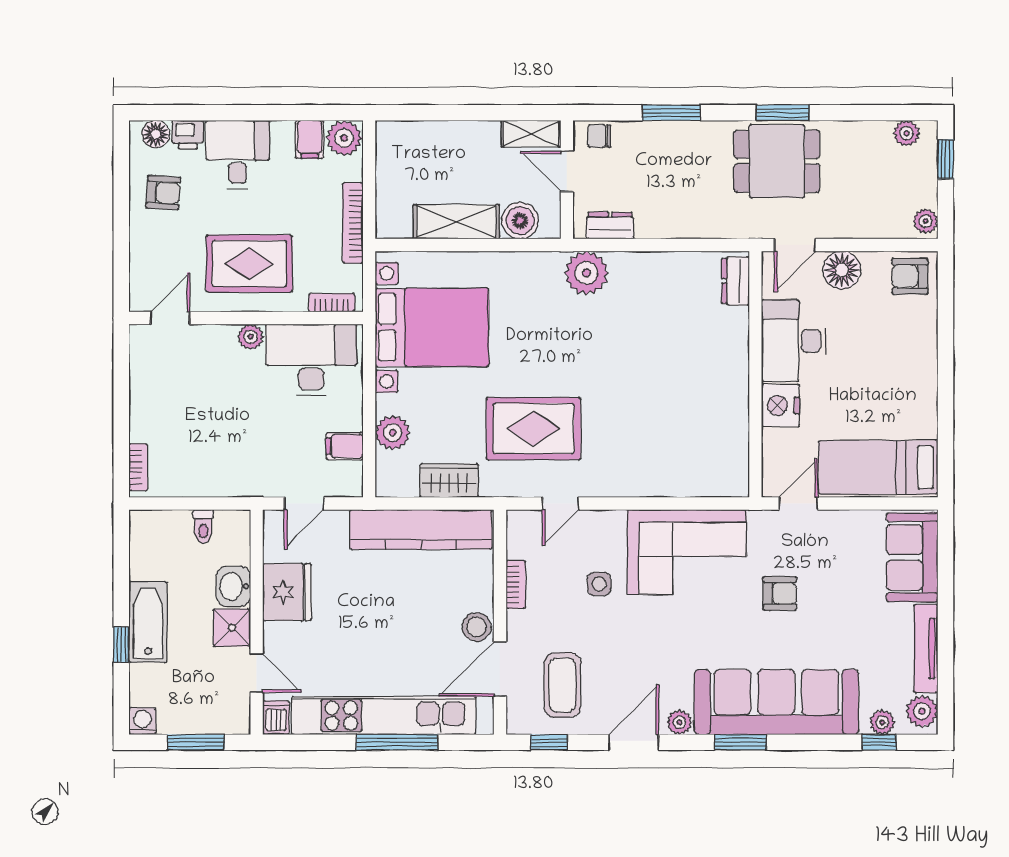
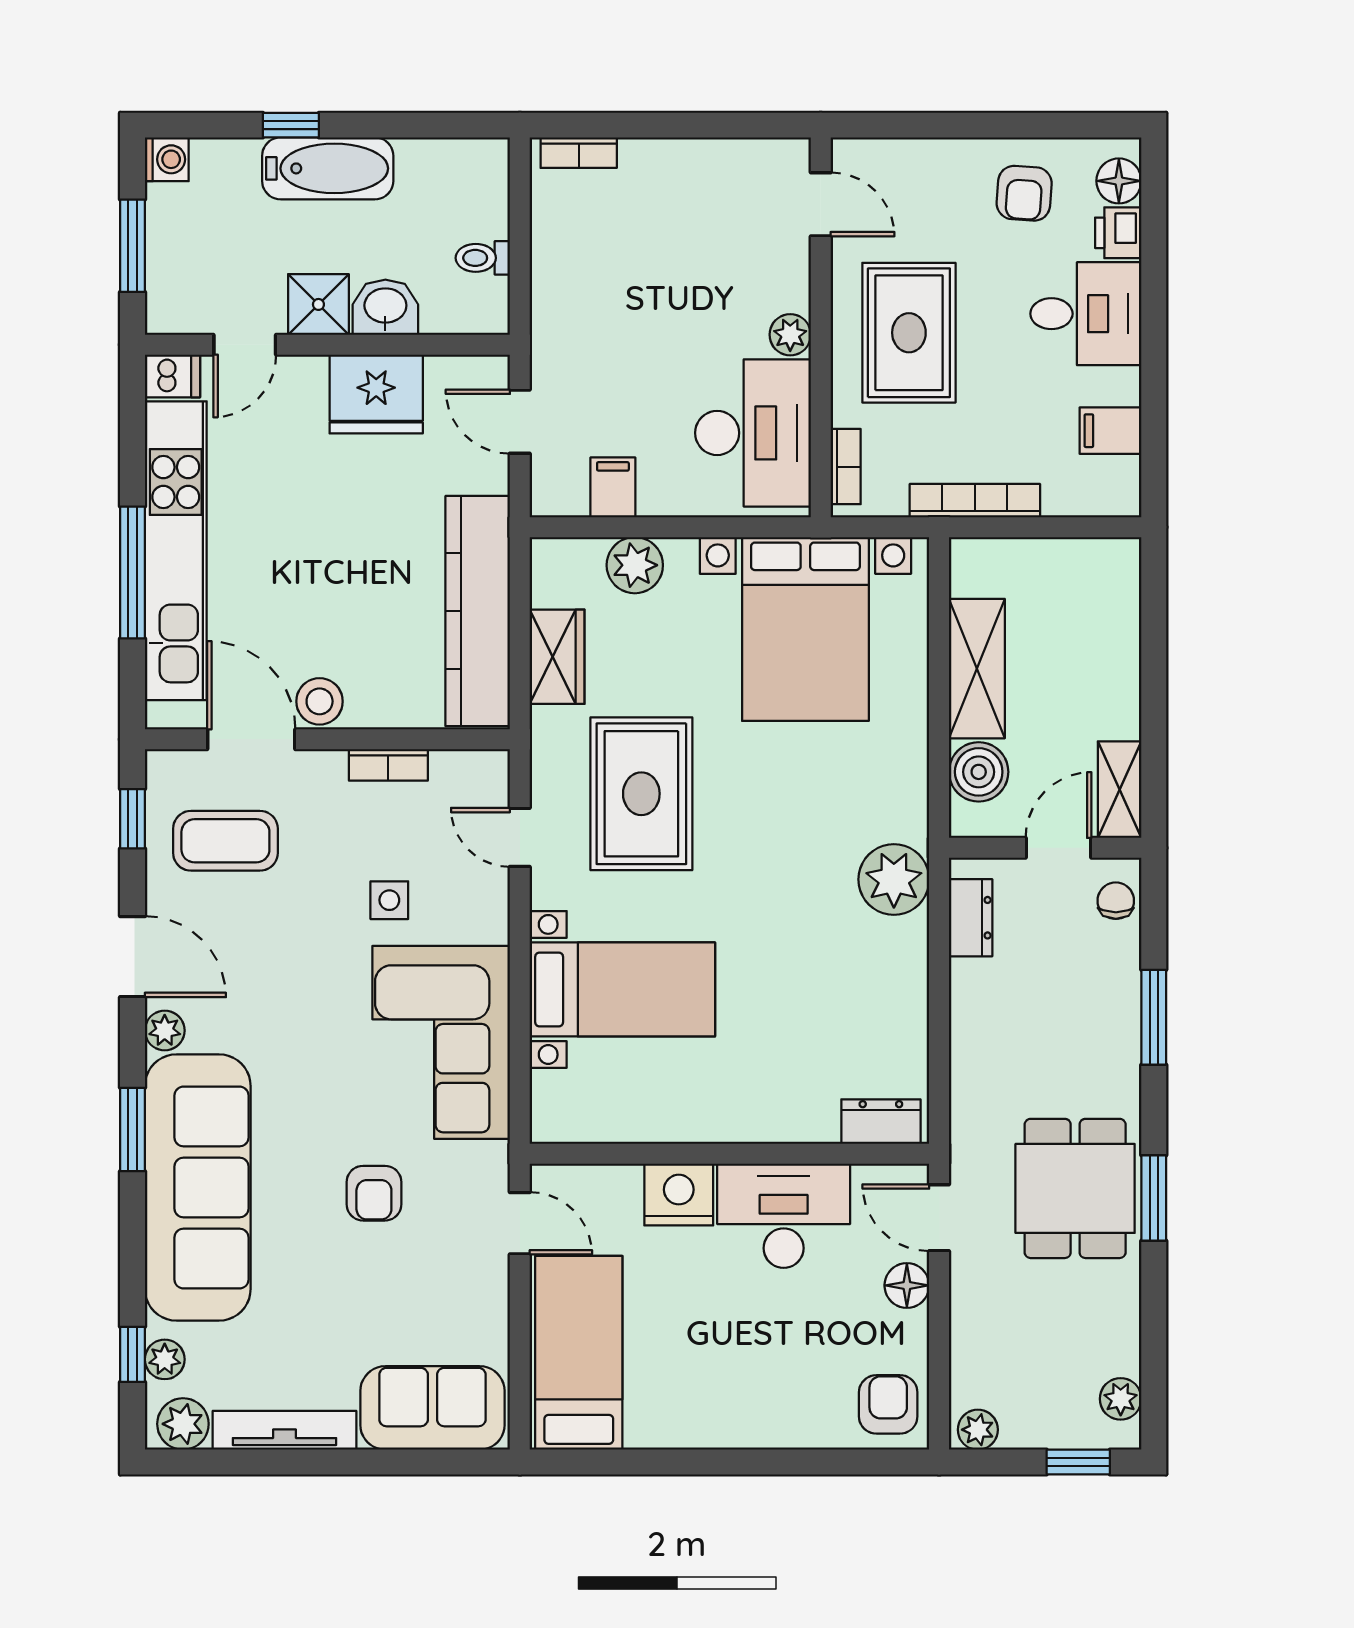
plant: (344, 138) -> (1113, 486), removed
floor lamp: (842, 270) -> (907, 1285), width x0.73, depth x0.73
bed with nightstands: (654, 440) -> (622, 989), added

